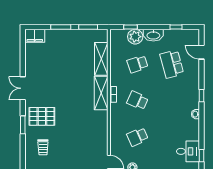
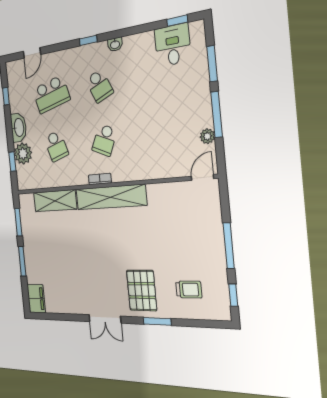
shelving: (101, 93) -> (111, 197), width x1.47
school desk: (137, 137) -> (99, 86), moved

